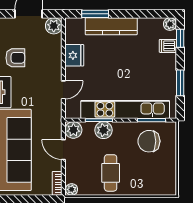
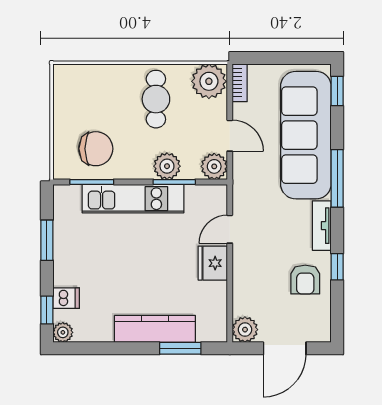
fridge: (74, 55) -> (213, 263), moved
armchair: (15, 58) -> (305, 280), turned -90
kitchen unit: (125, 109) -> (133, 199), width x0.73
plant: (72, 189) -> (209, 81), width x1.88, depth x1.88

